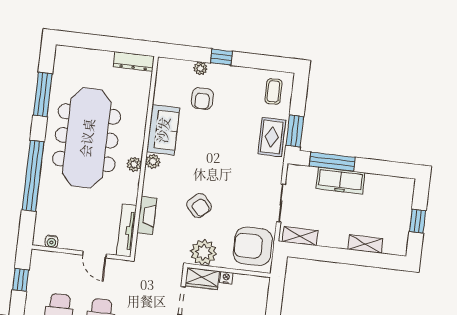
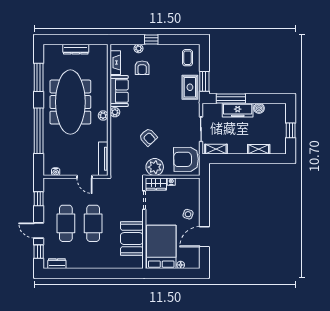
dresser: (134, 61) -> (76, 49), moved
boiler: (373, 182) -> (259, 108), added
fireplace: (147, 215) -> (115, 63), moved

